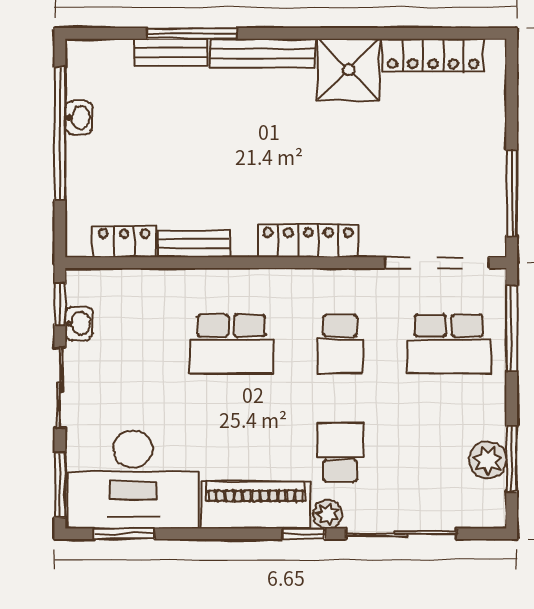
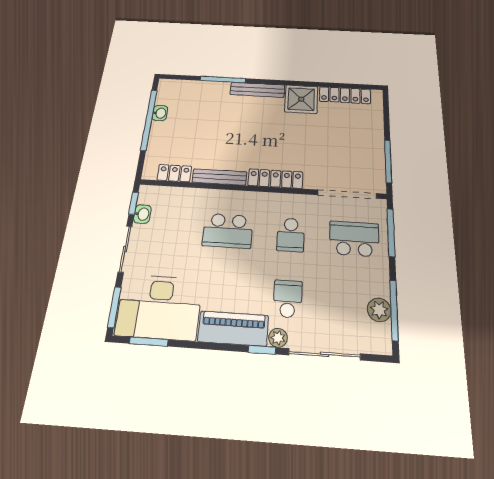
bench: (171, 52) -> (211, 87), removed
bench: (194, 244) -> (219, 177), width x1.36
school desk: (449, 344) -> (354, 239), turned 180
window: (512, 459) -> (394, 310), width x1.44

